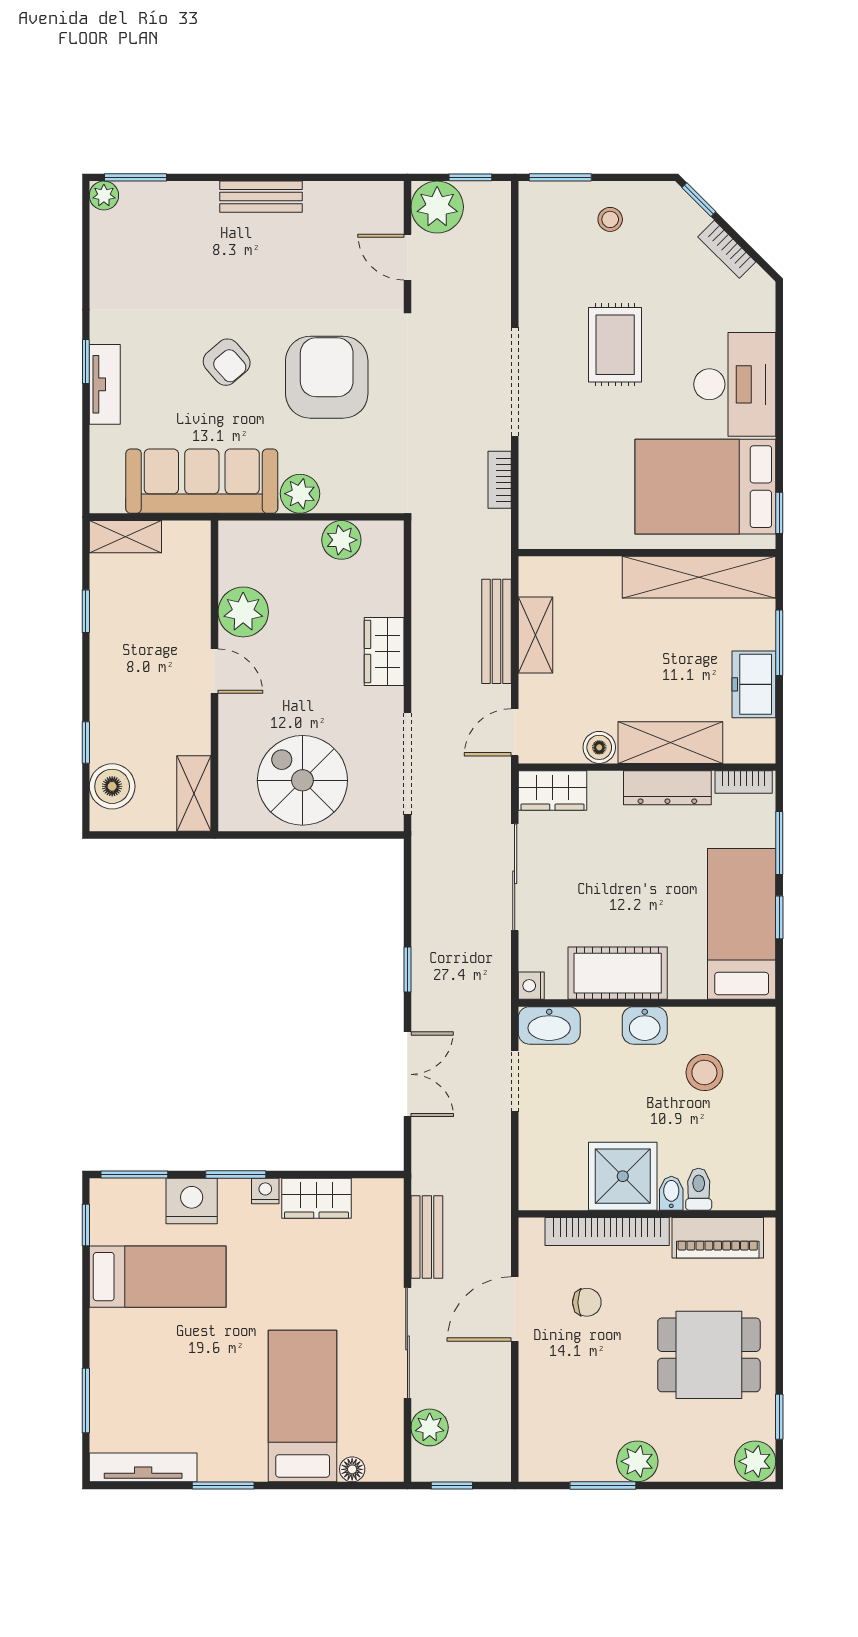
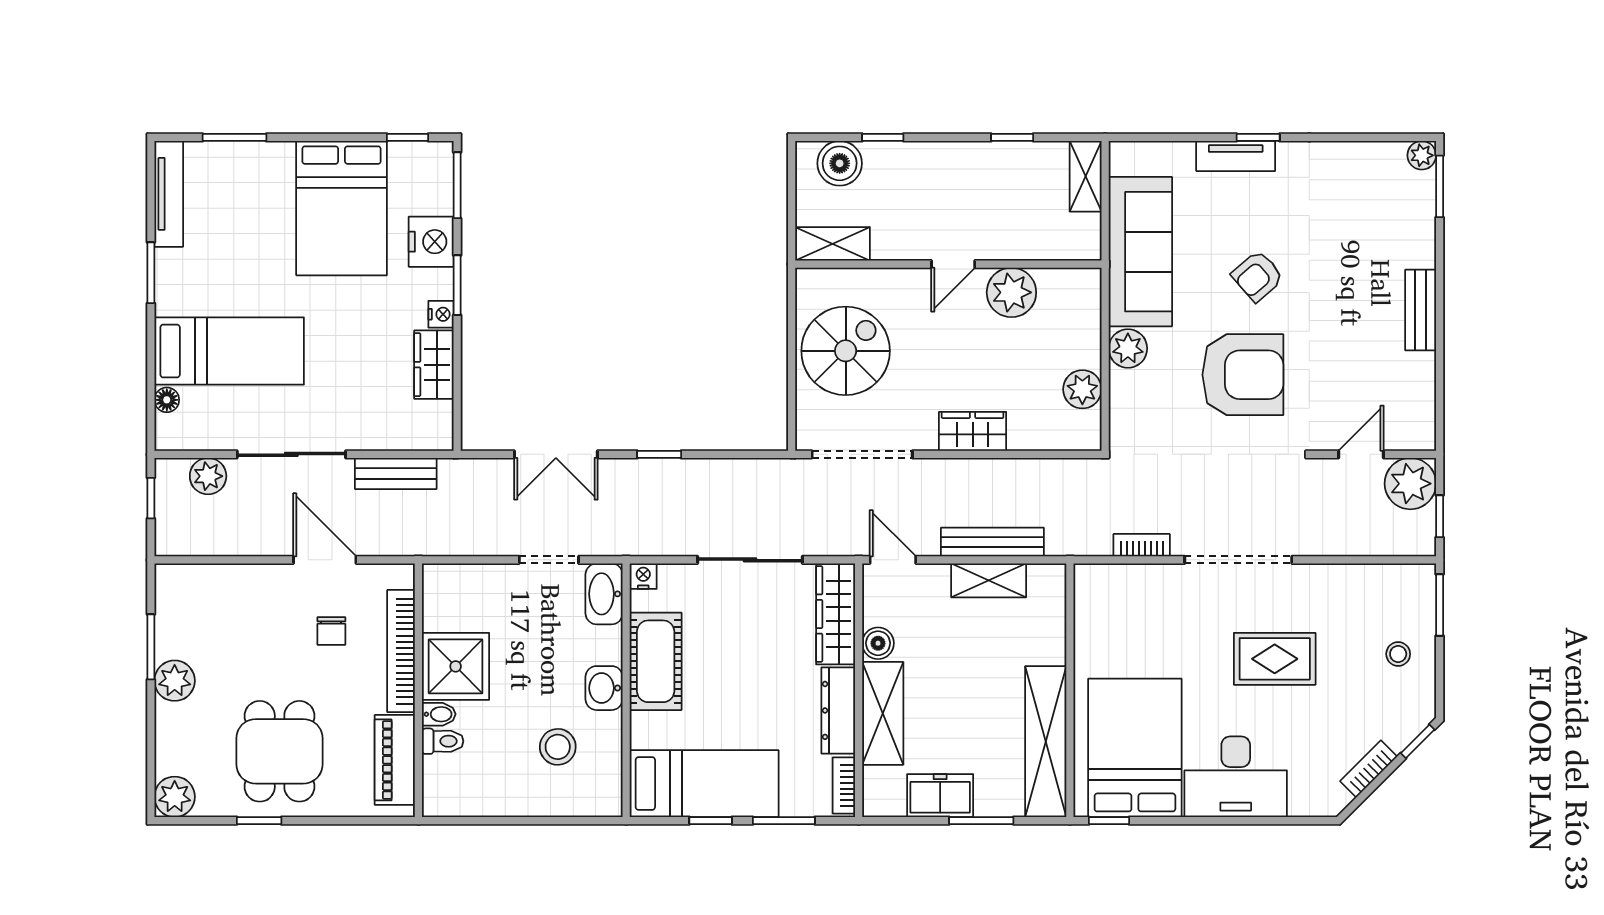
wardrobe: (552, 790) -> (836, 614), width x1.50
bed: (158, 1277) -> (342, 208), width x1.50
window: (779, 1417) -> (259, 821), moved

